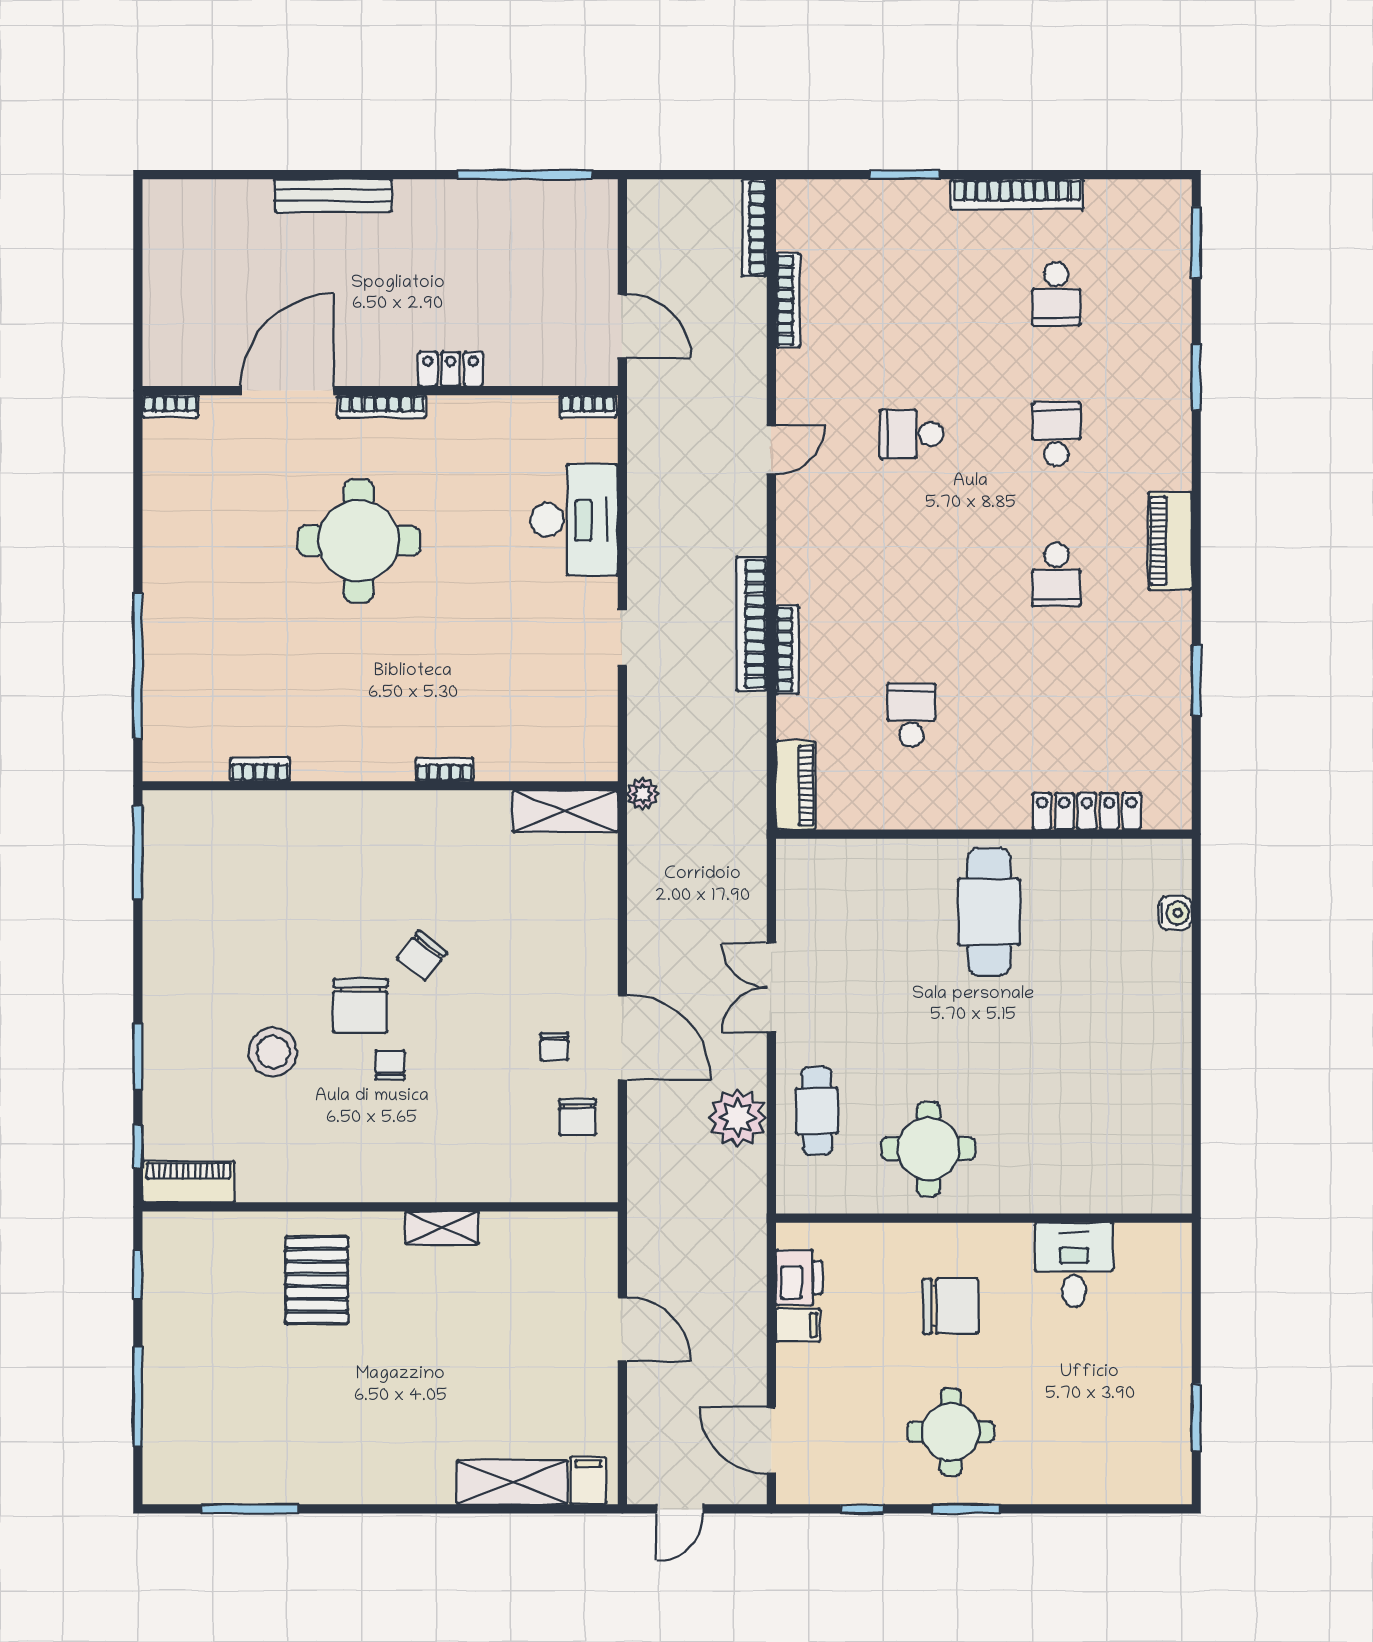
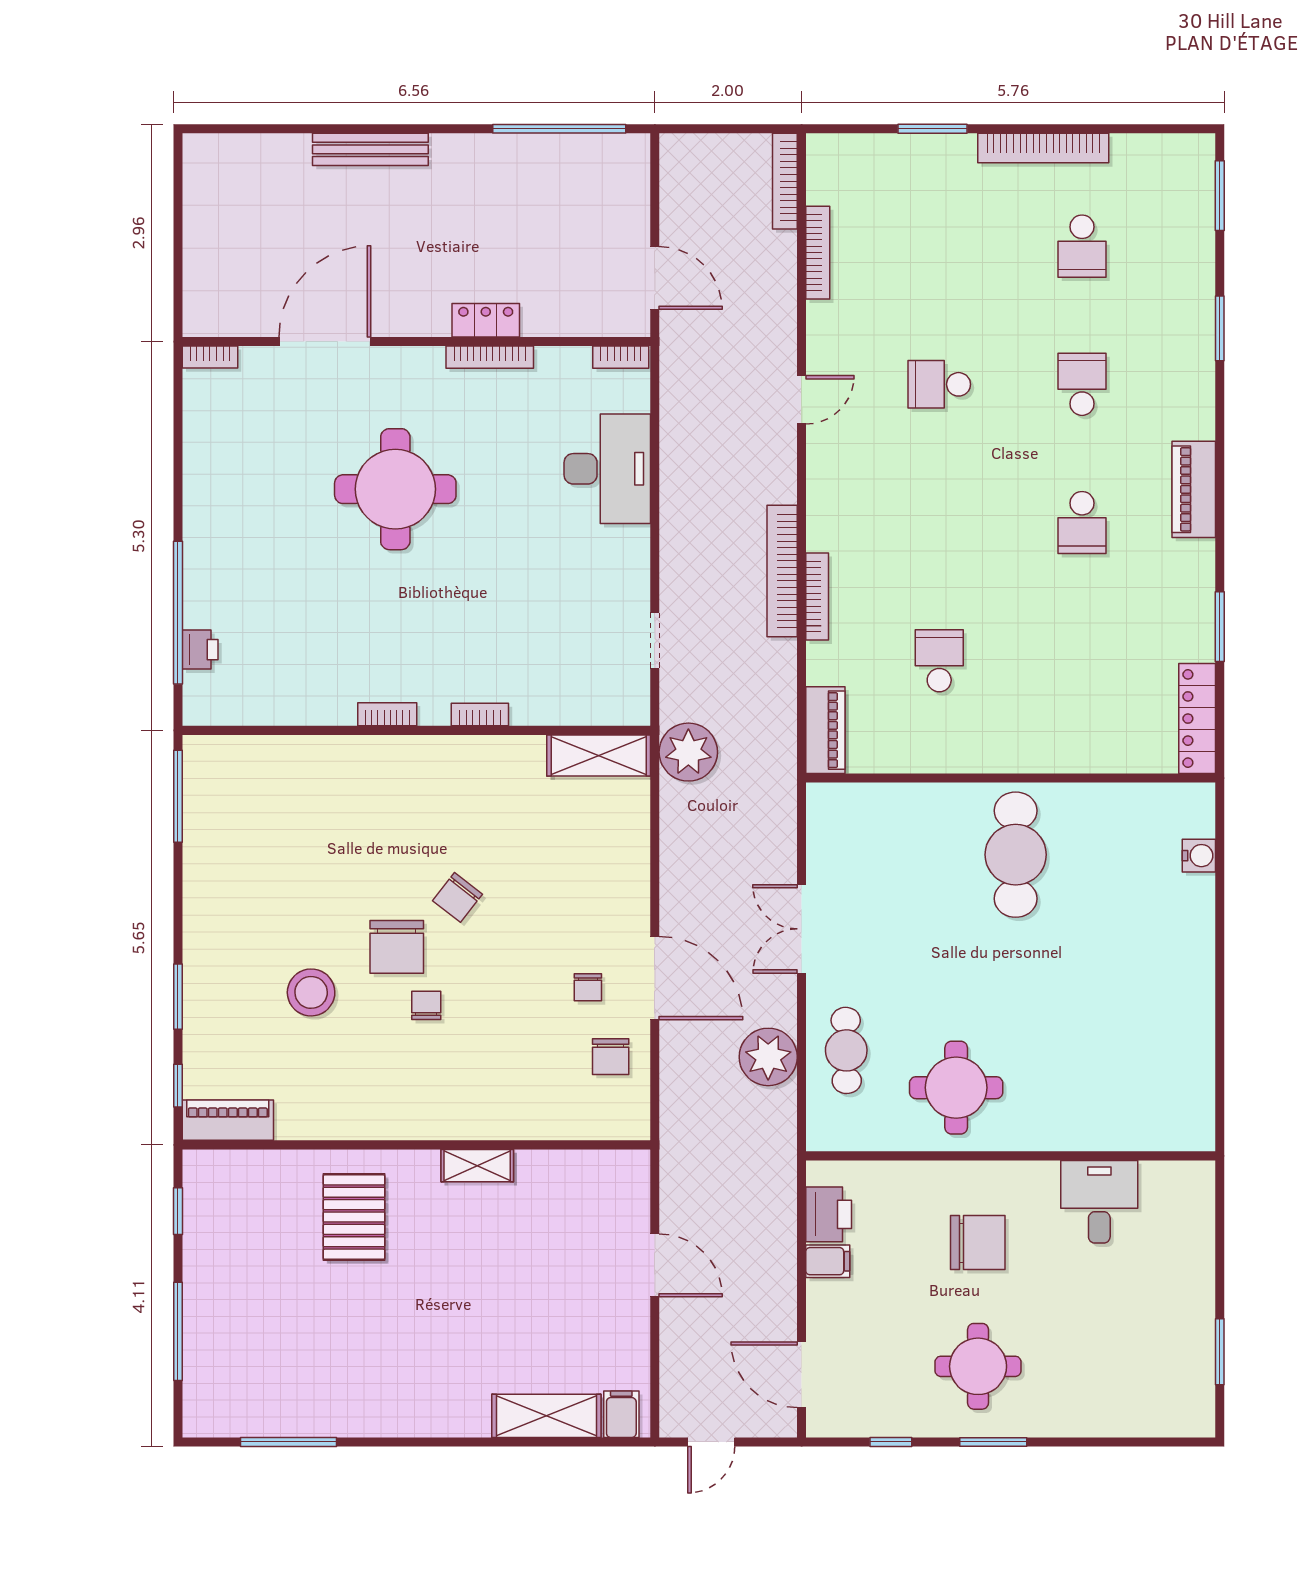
bookcase: (382, 407) -> (490, 357), moved
doorway: (622, 638) -> (655, 640), moved
printer: (160, 704) -> (200, 650), added
bookcase: (260, 769) -> (387, 714), moved
plant: (643, 794) -> (688, 752), width x1.87, depth x1.87
locker: (1087, 811) -> (1197, 719), moved, turned -90

